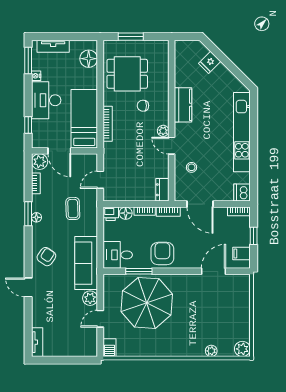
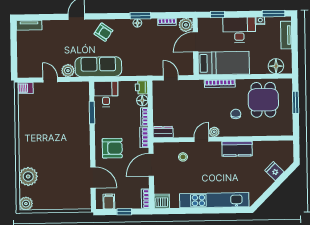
coffee table: (73, 209) -> (146, 54), removed
armchair: (162, 254) -> (112, 148), moved
parasol: (147, 303) -> (65, 120), removed
plant: (211, 351) -> (28, 176), width x1.88, depth x1.88

